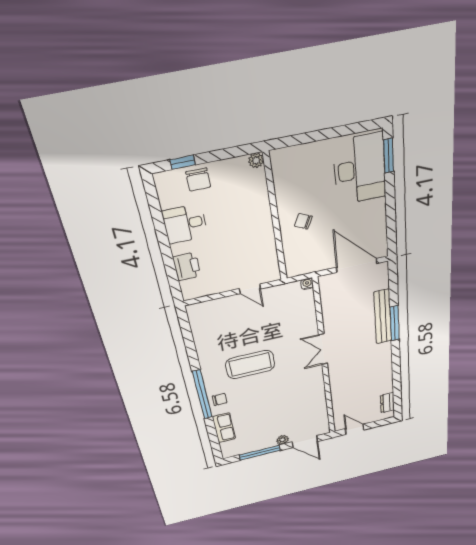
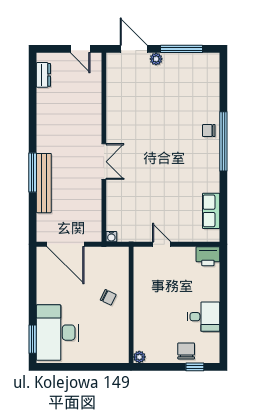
printer: (187, 267) -> (208, 256), moved, turned -90
coffee table: (250, 365) -> (174, 163), removed
row of seats: (224, 428) -> (211, 211), moved

